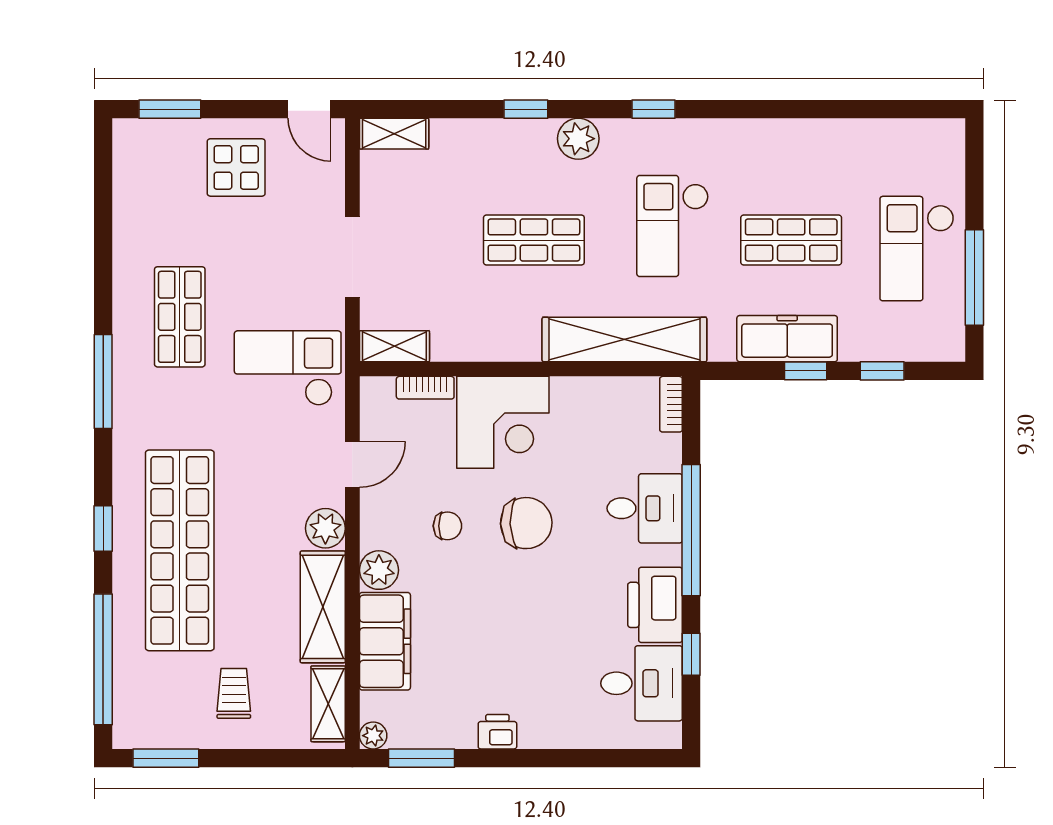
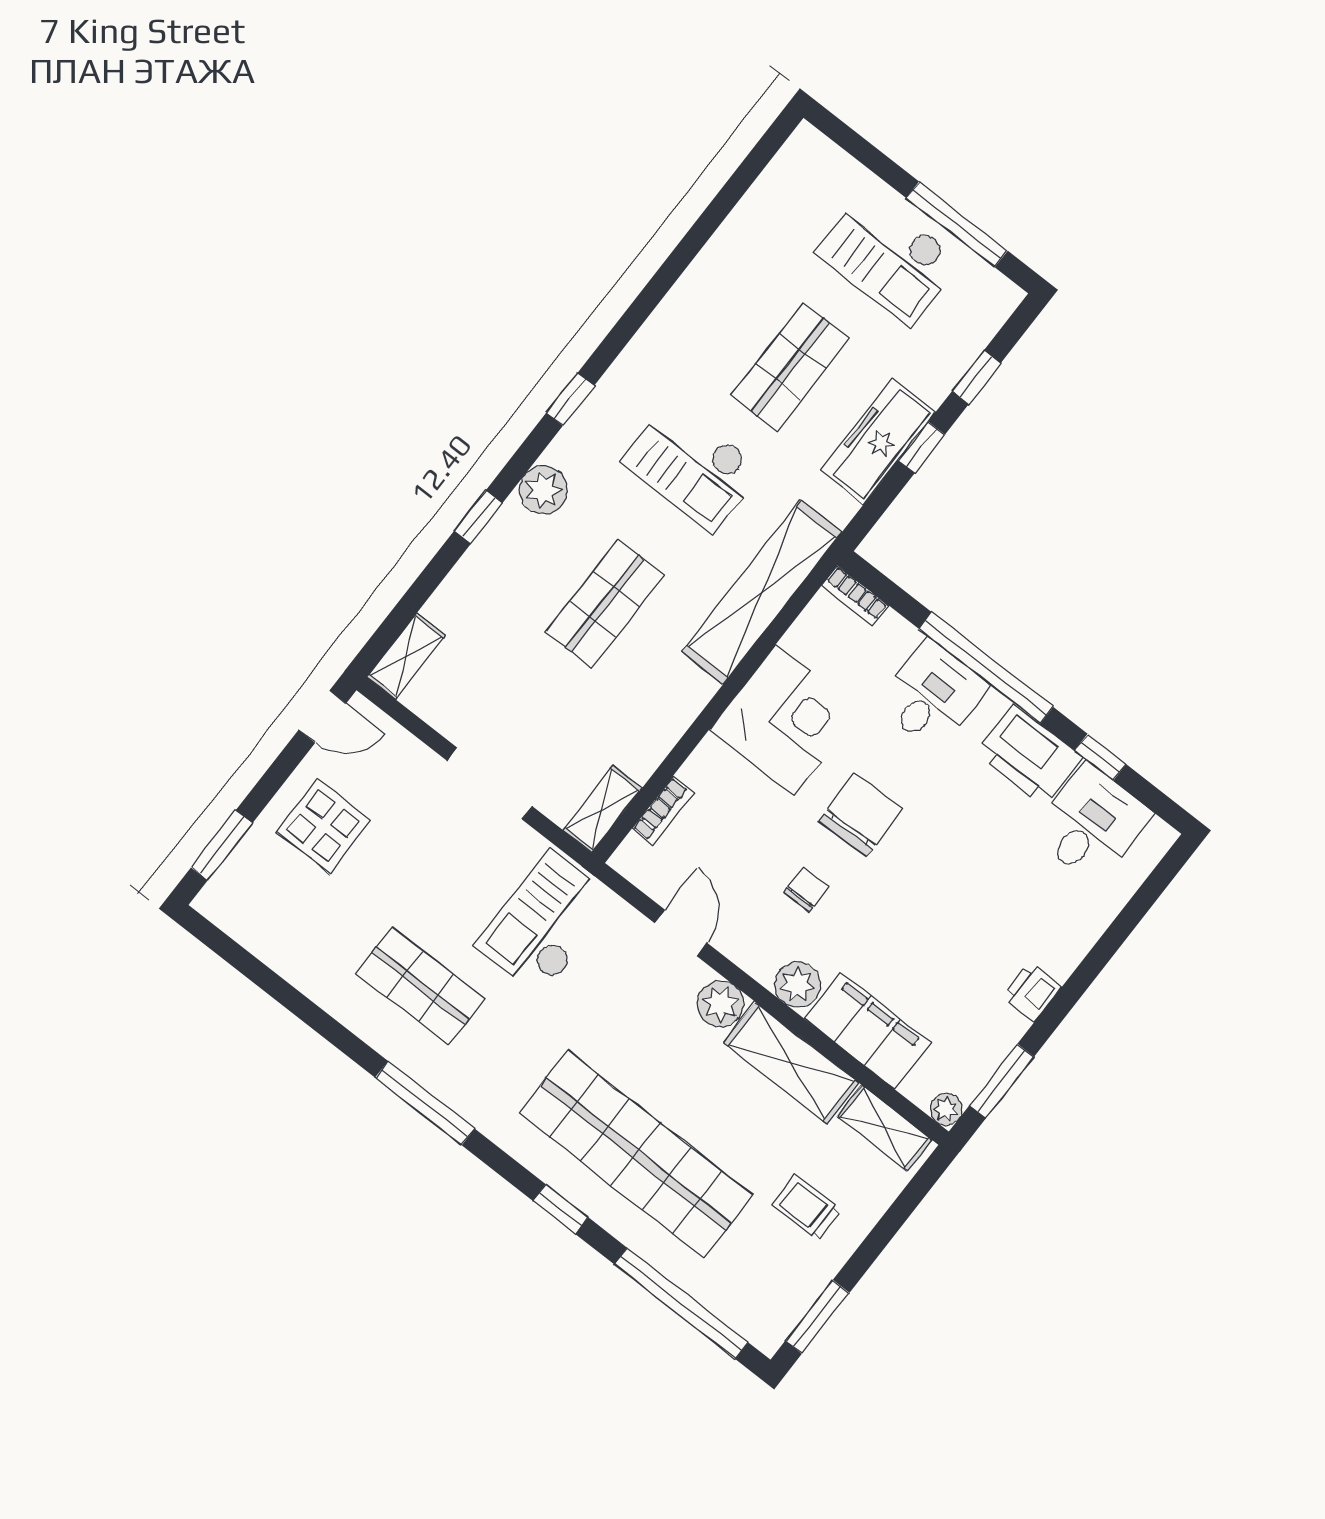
corner desk: (503, 422) -> (785, 720), moved

